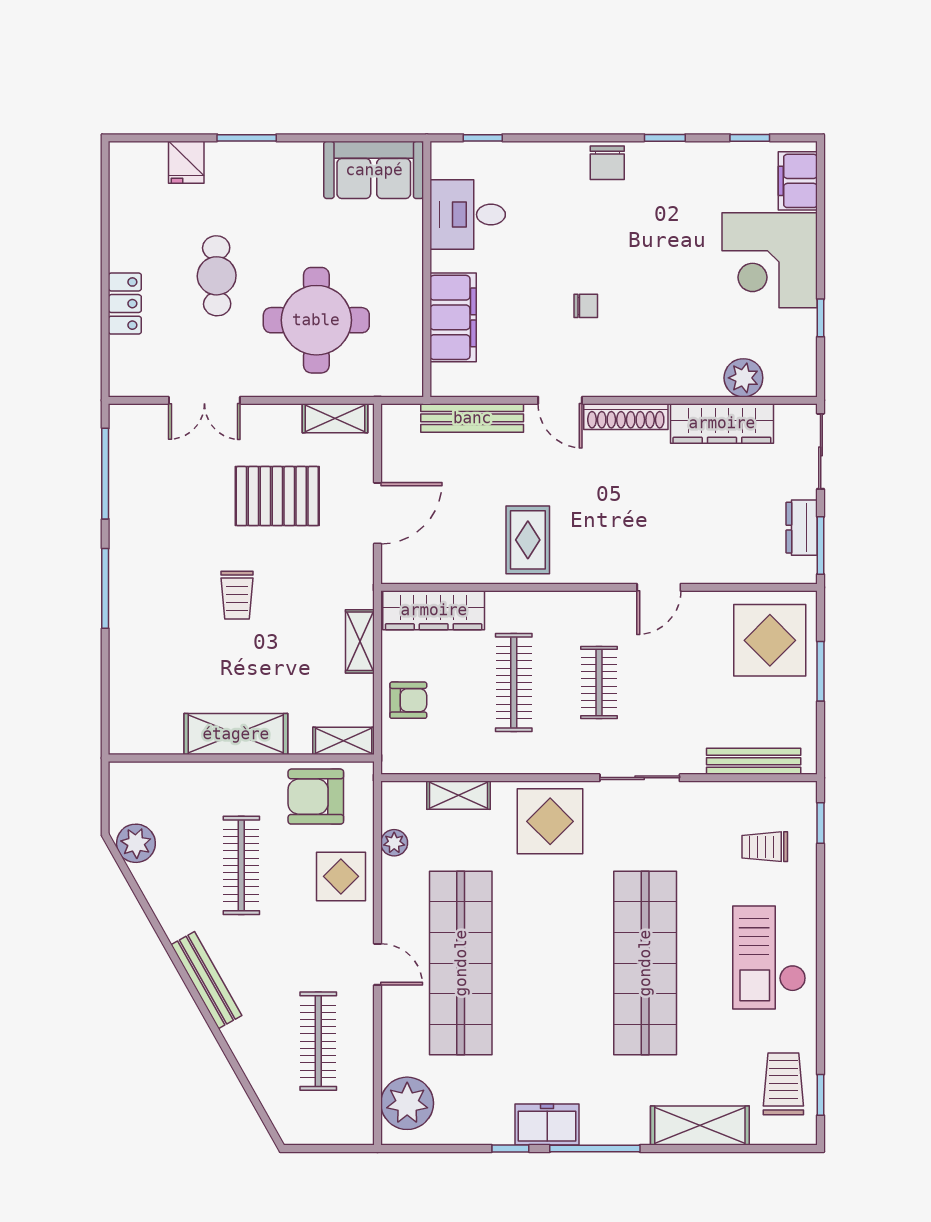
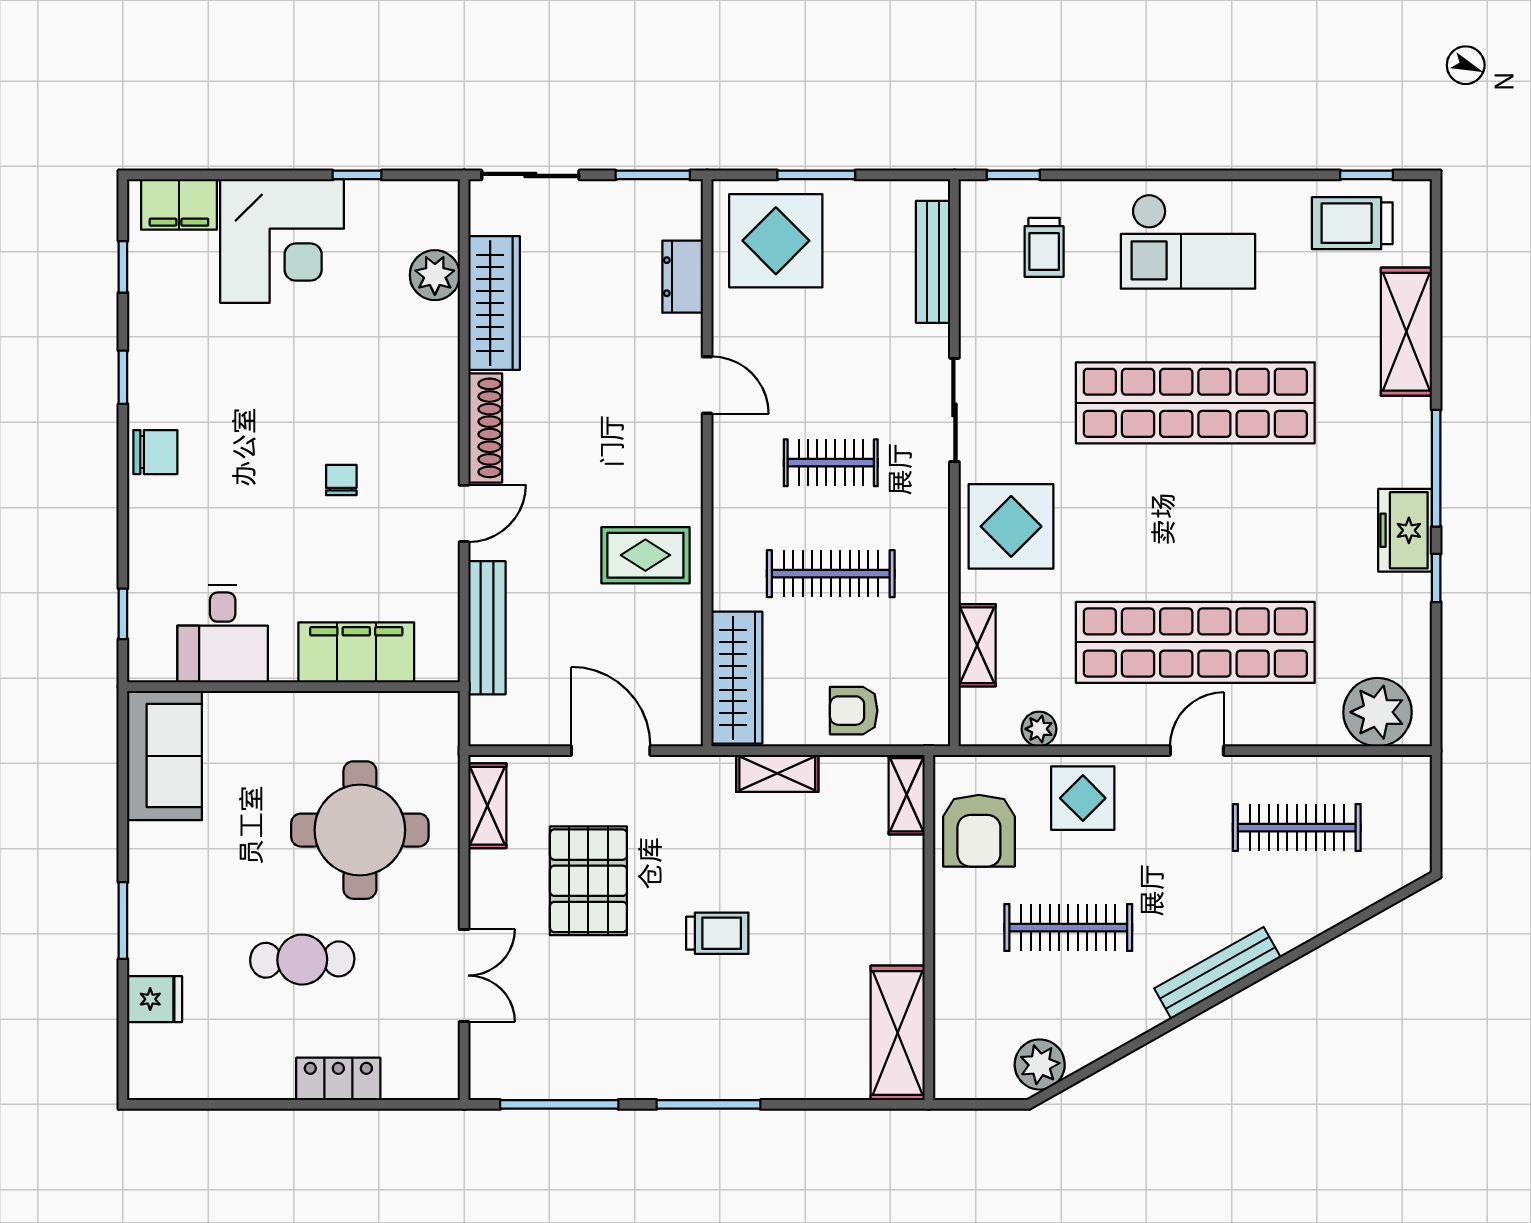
dresser: (802, 528) -> (683, 277), moved, turned 90
armchair: (408, 700) -> (854, 711), turned -90
shelving: (236, 734) -> (898, 1033), moved

